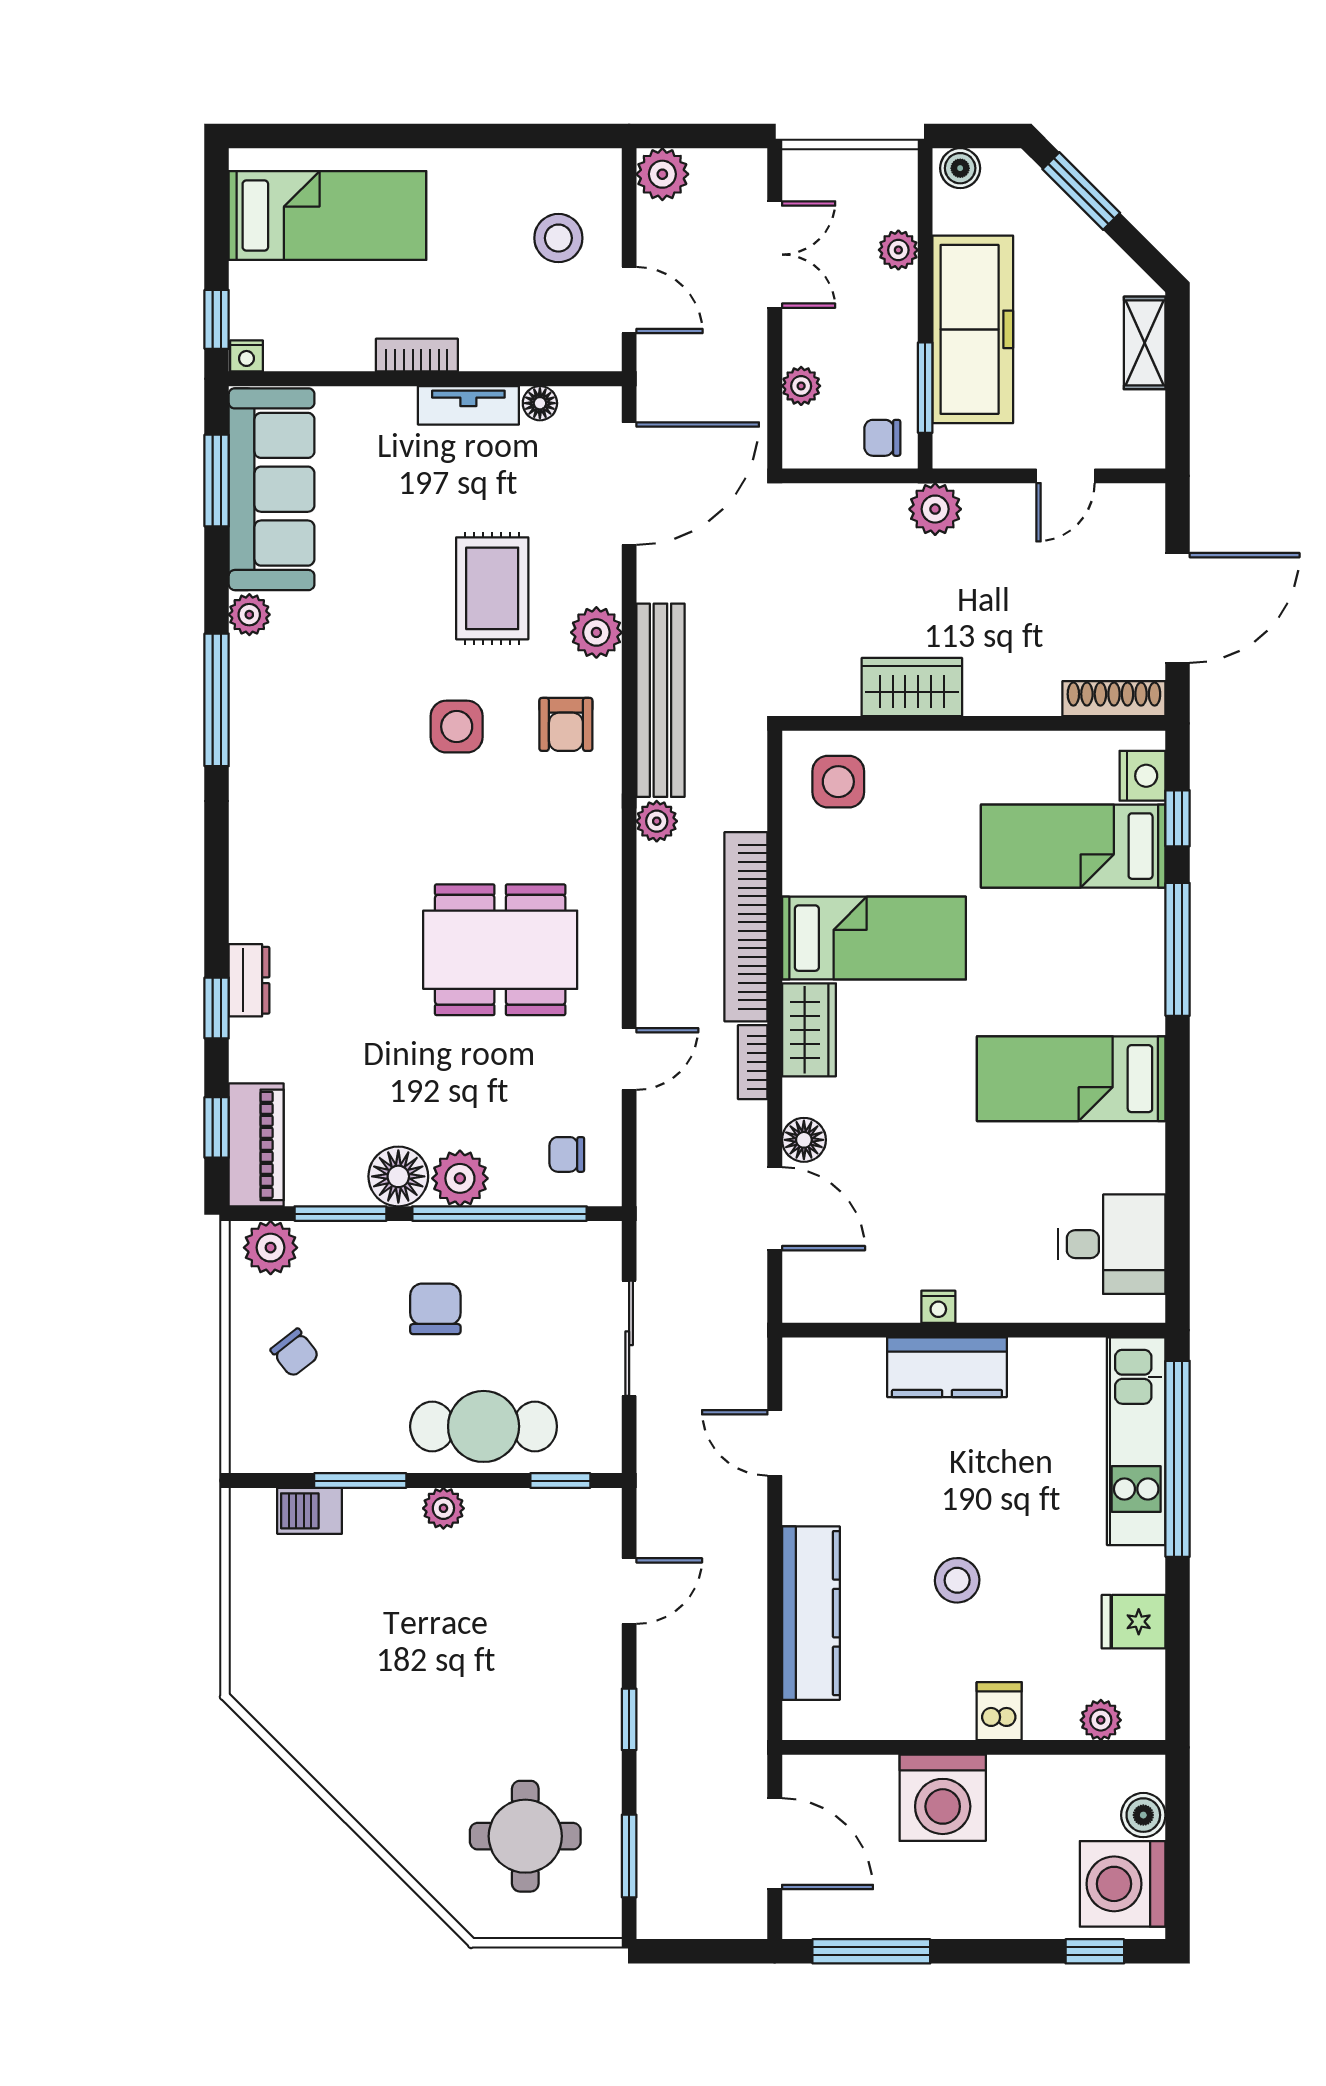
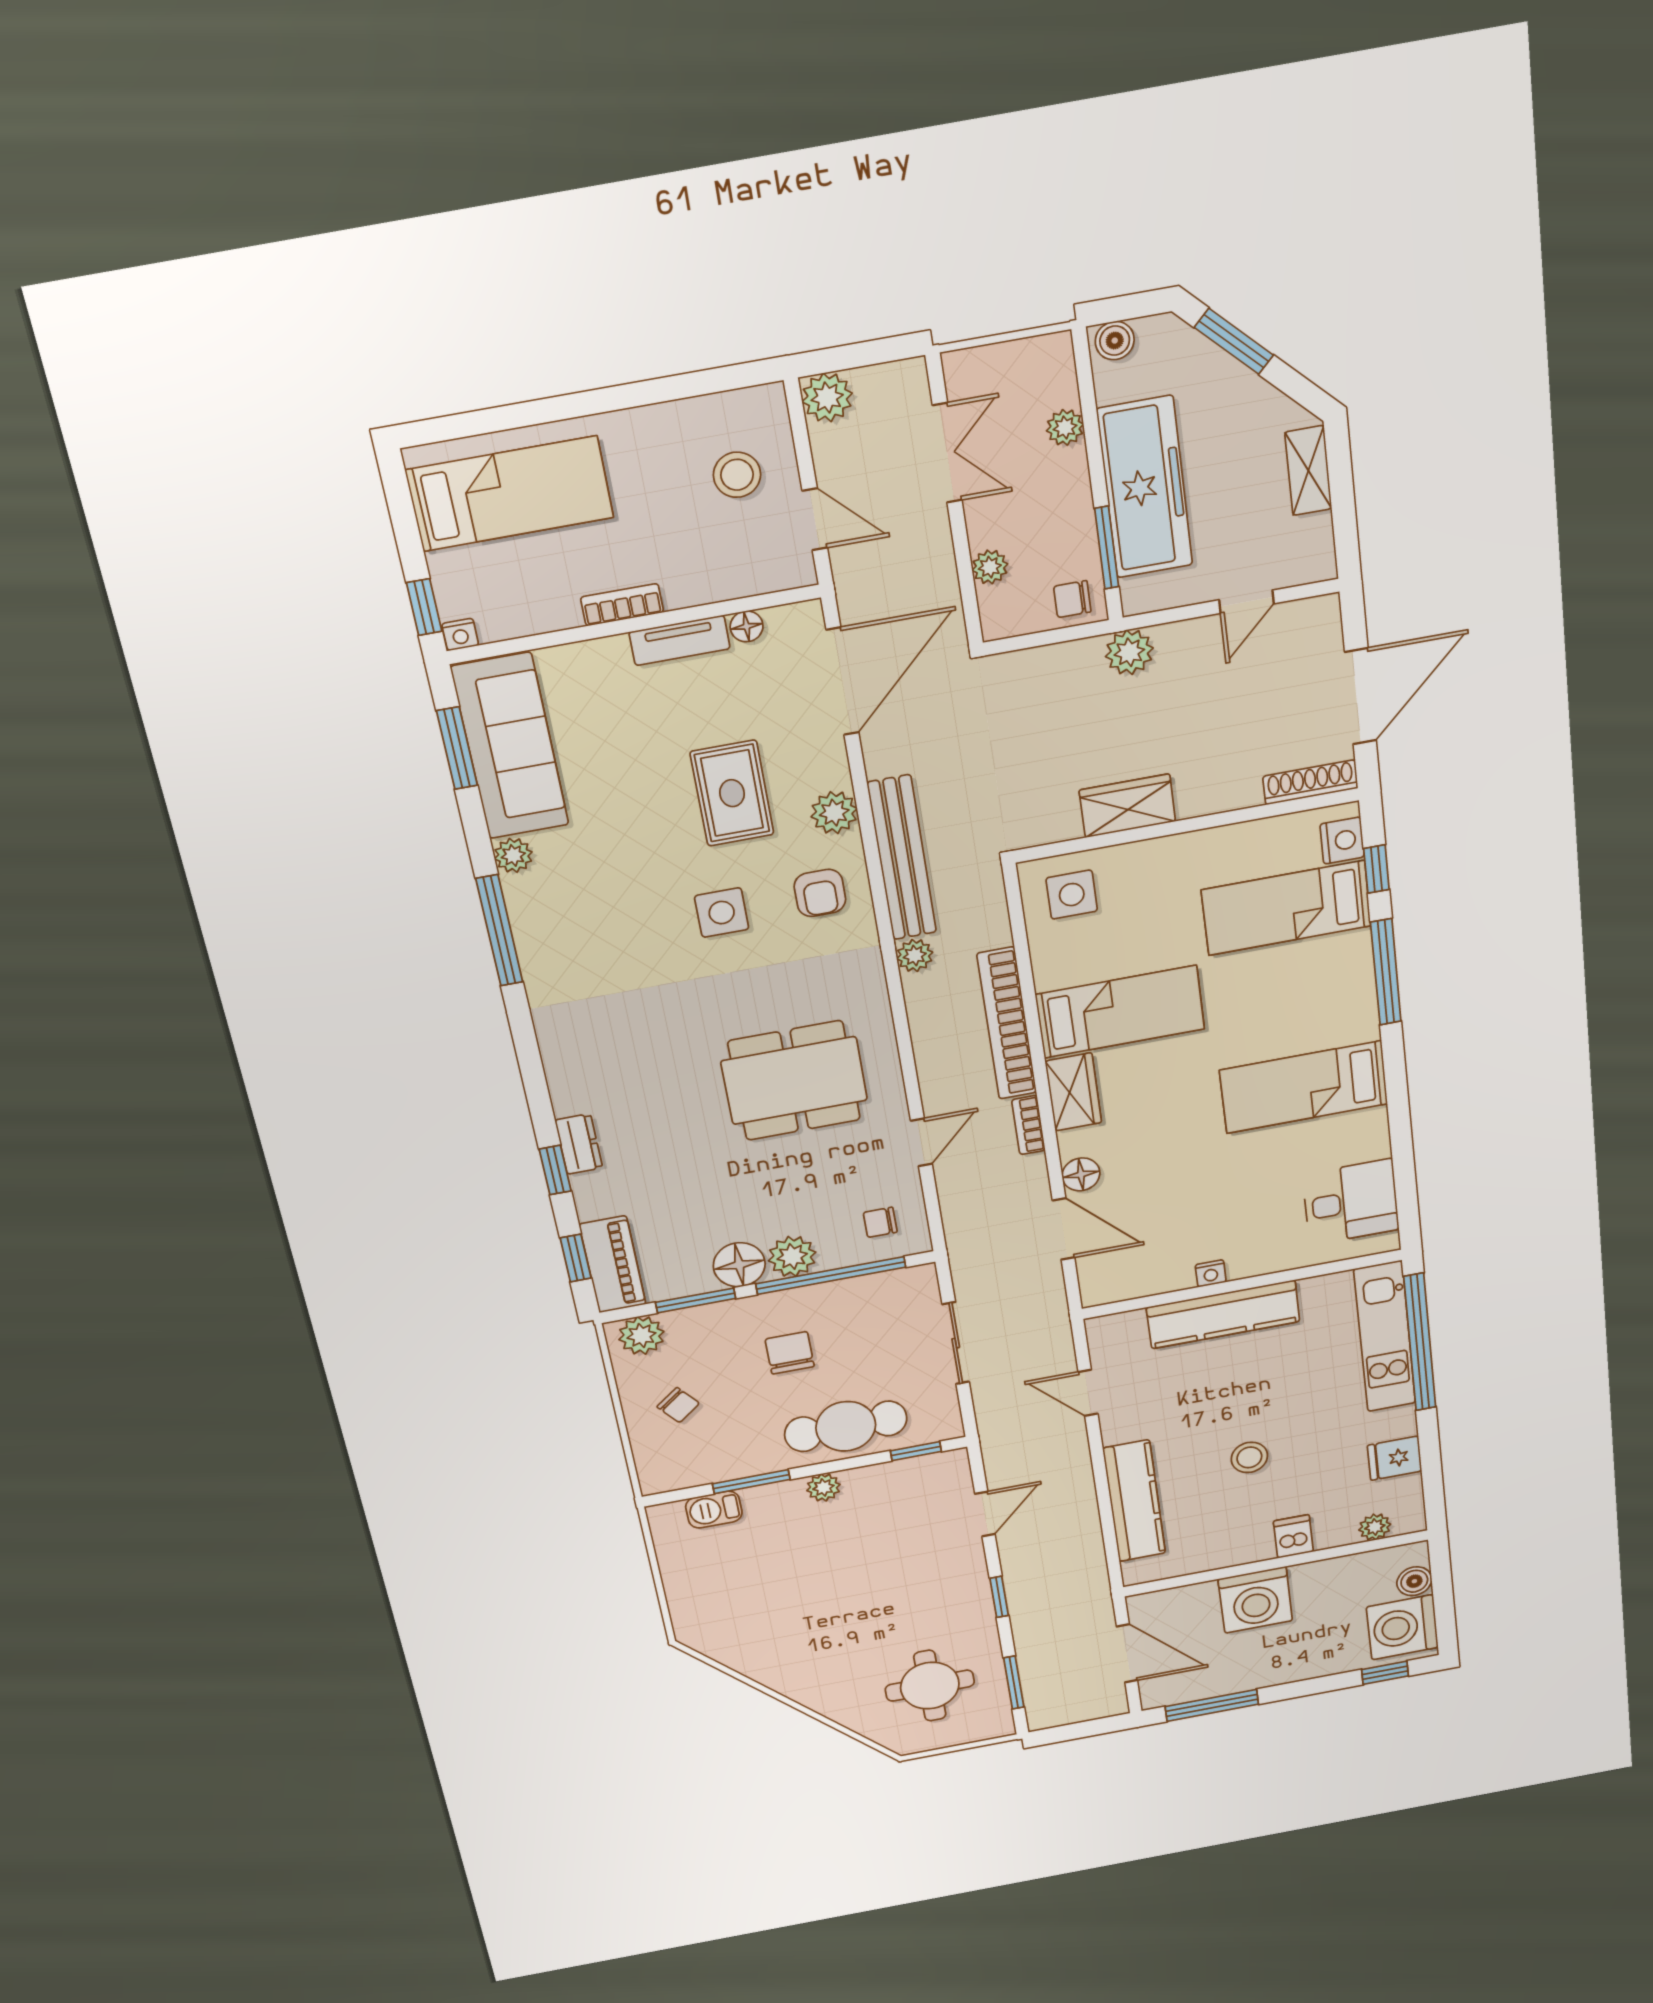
kitchen counter: (947, 1367) -> (1223, 1314), width x1.50

